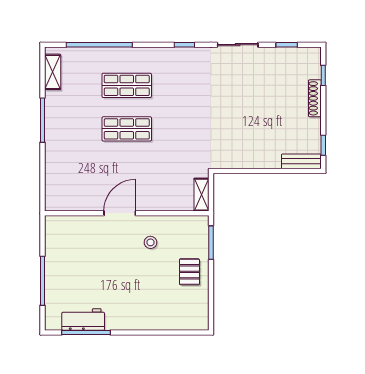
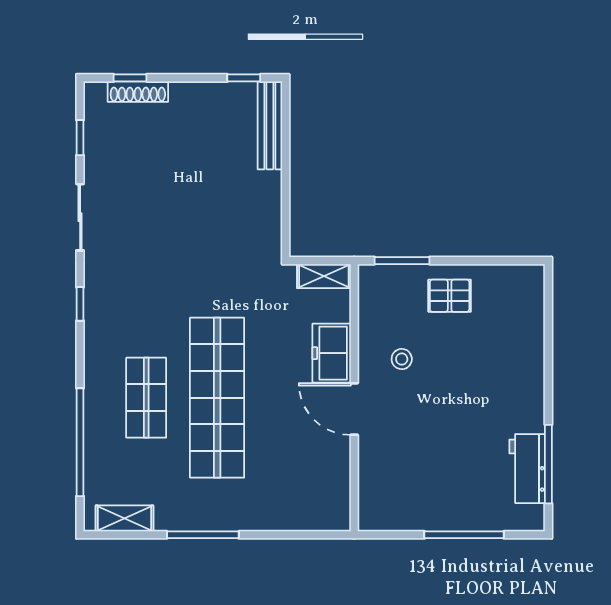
shoe rack: (315, 98) -> (138, 92), moved
shop shelf: (127, 129) -> (217, 398), width x2.00, depth x1.36
bench: (301, 161) -> (270, 125), width x1.36
freezer: (154, 199) -> (332, 353), added

